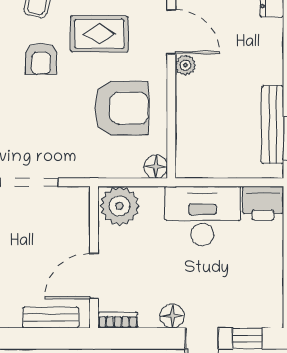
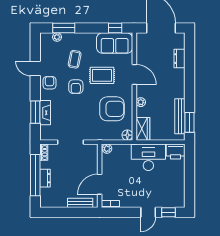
plant: (185, 65) -> (141, 102), moved
wardrobe: (190, 153) -> (143, 129), added
plant: (119, 206) -> (107, 149), width x0.53, depth x0.53
floor lamp: (172, 316) -> (135, 202), removed

